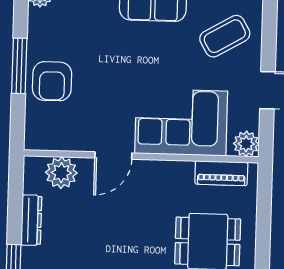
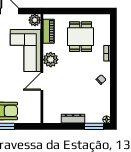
door: (113, 156) -> (42, 81), swing flipped
plant: (61, 173) -> (51, 60), moved

